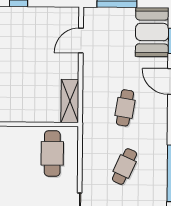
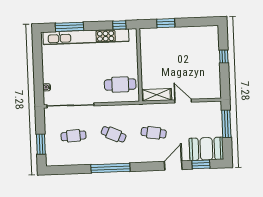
door: (81, 41) -> (183, 101), moved

